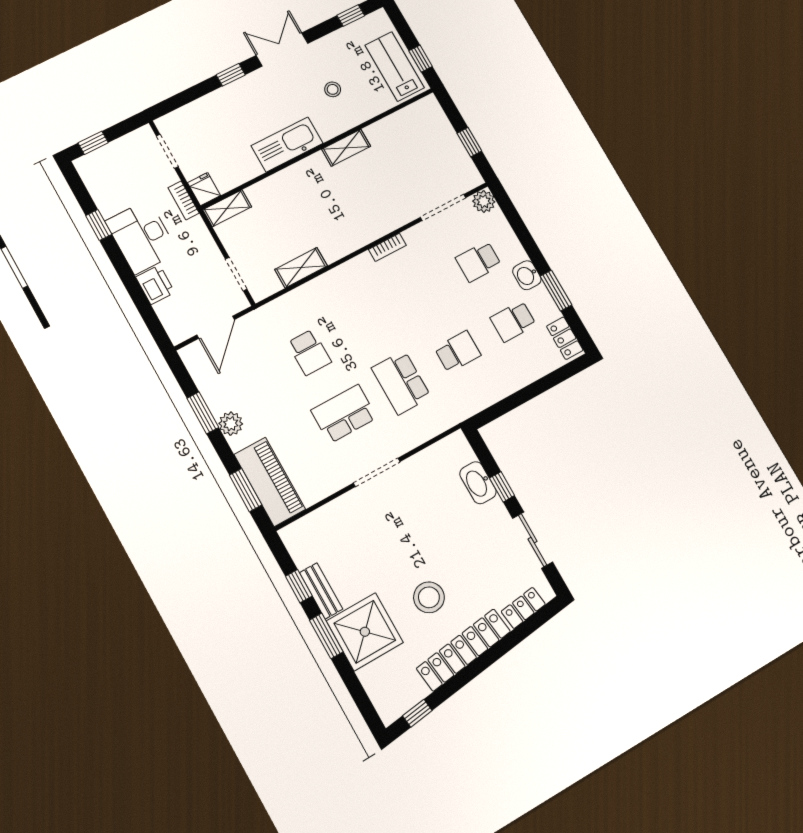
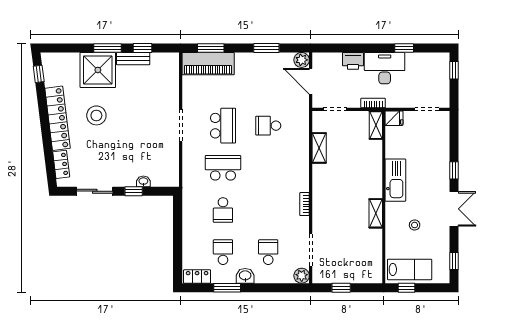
bookcase: (184, 200) -> (373, 103), moved
plant: (231, 424) -> (302, 60), moved
washbasin: (478, 483) -> (143, 181), width x0.52, depth x0.69

